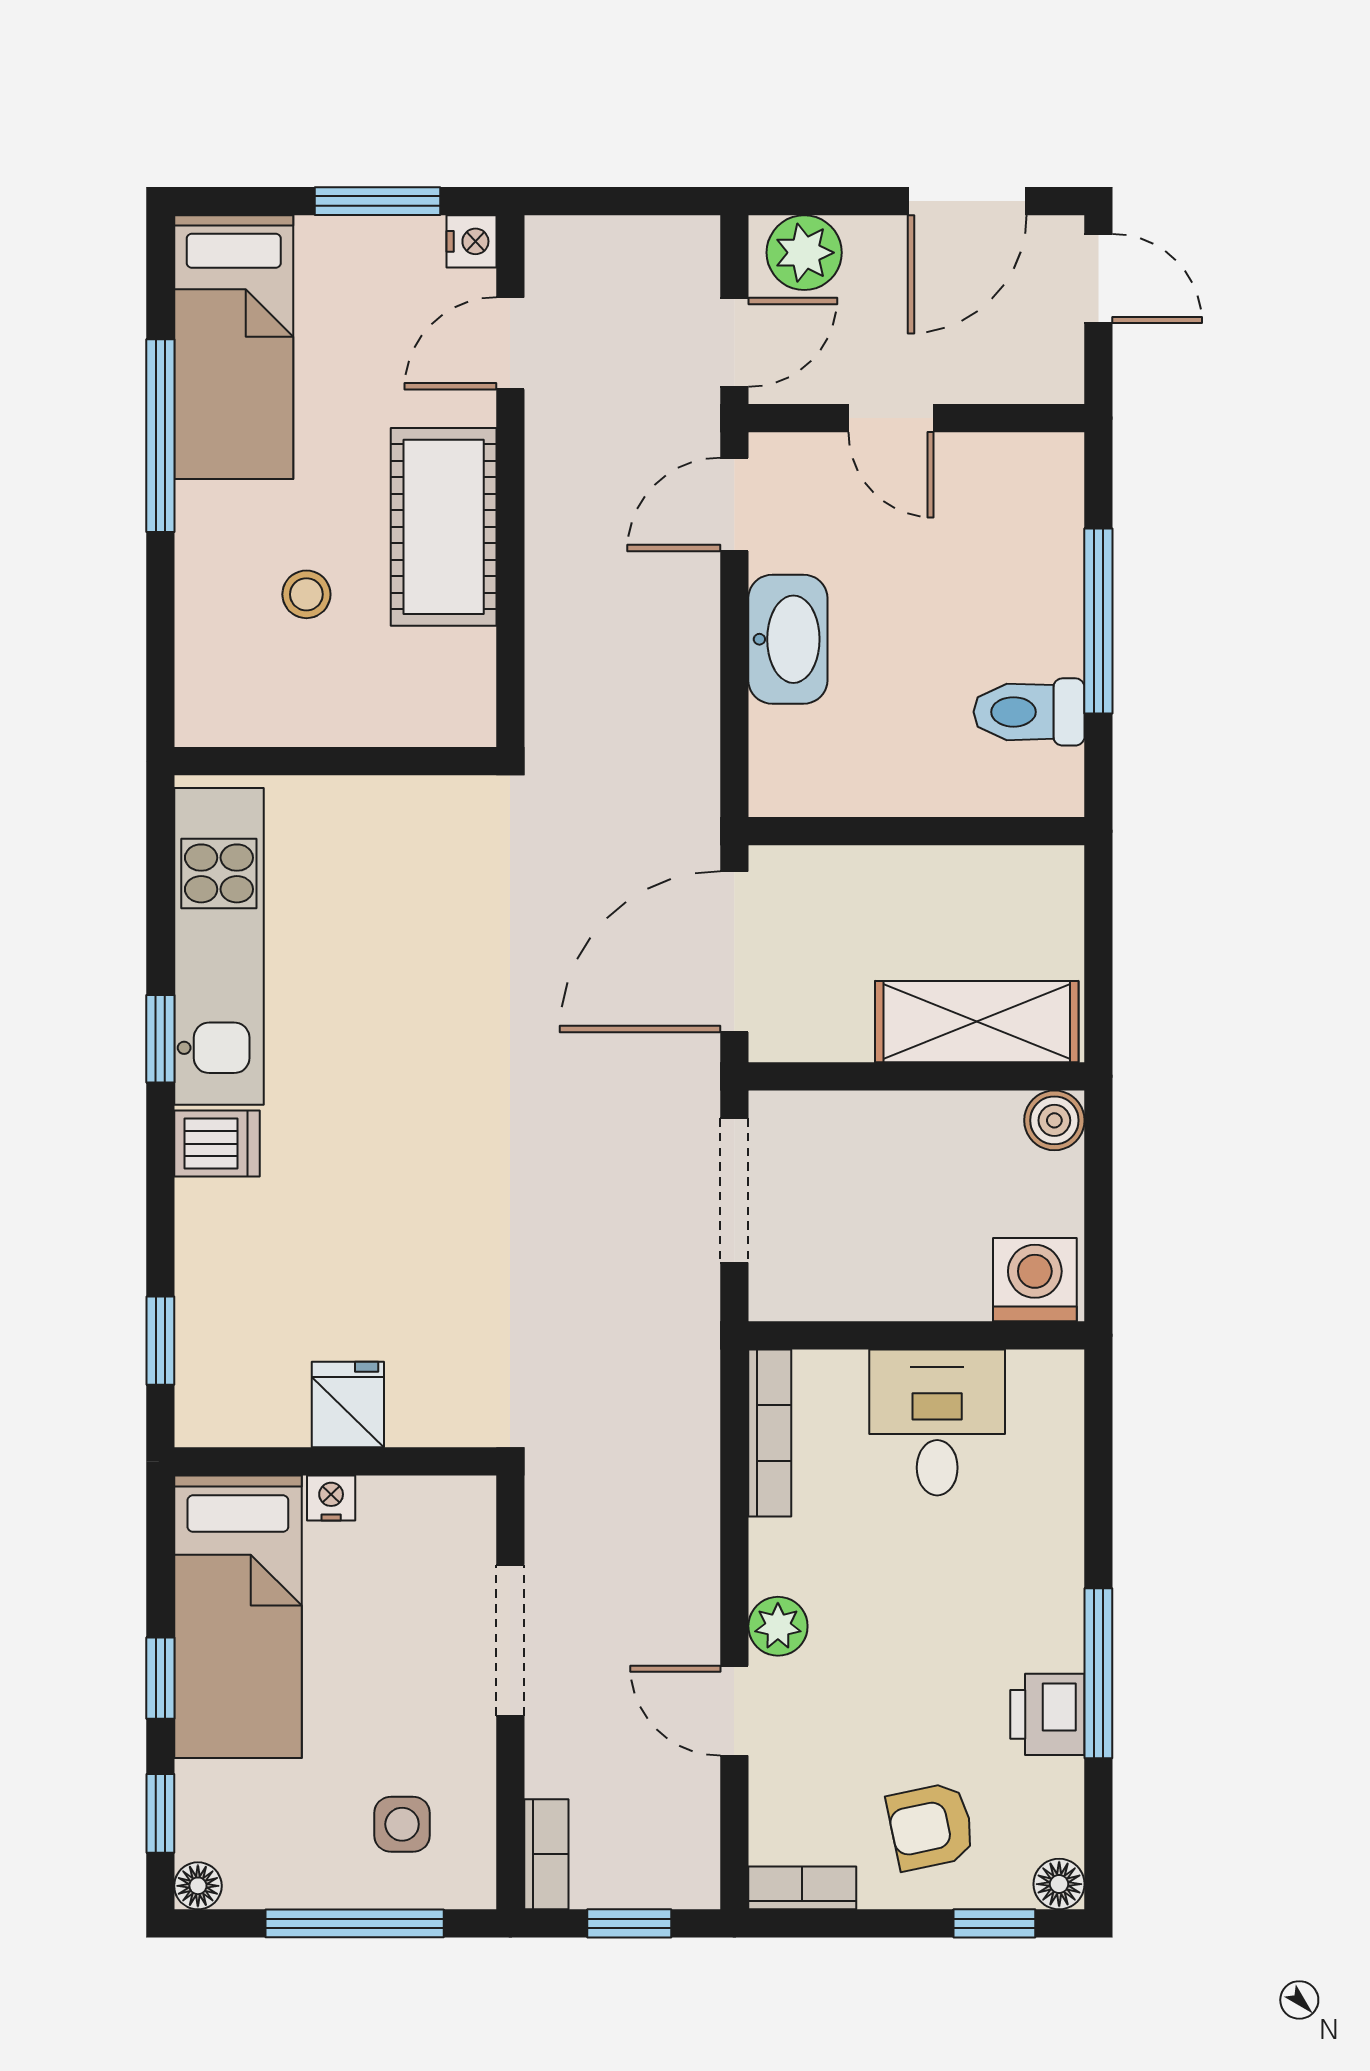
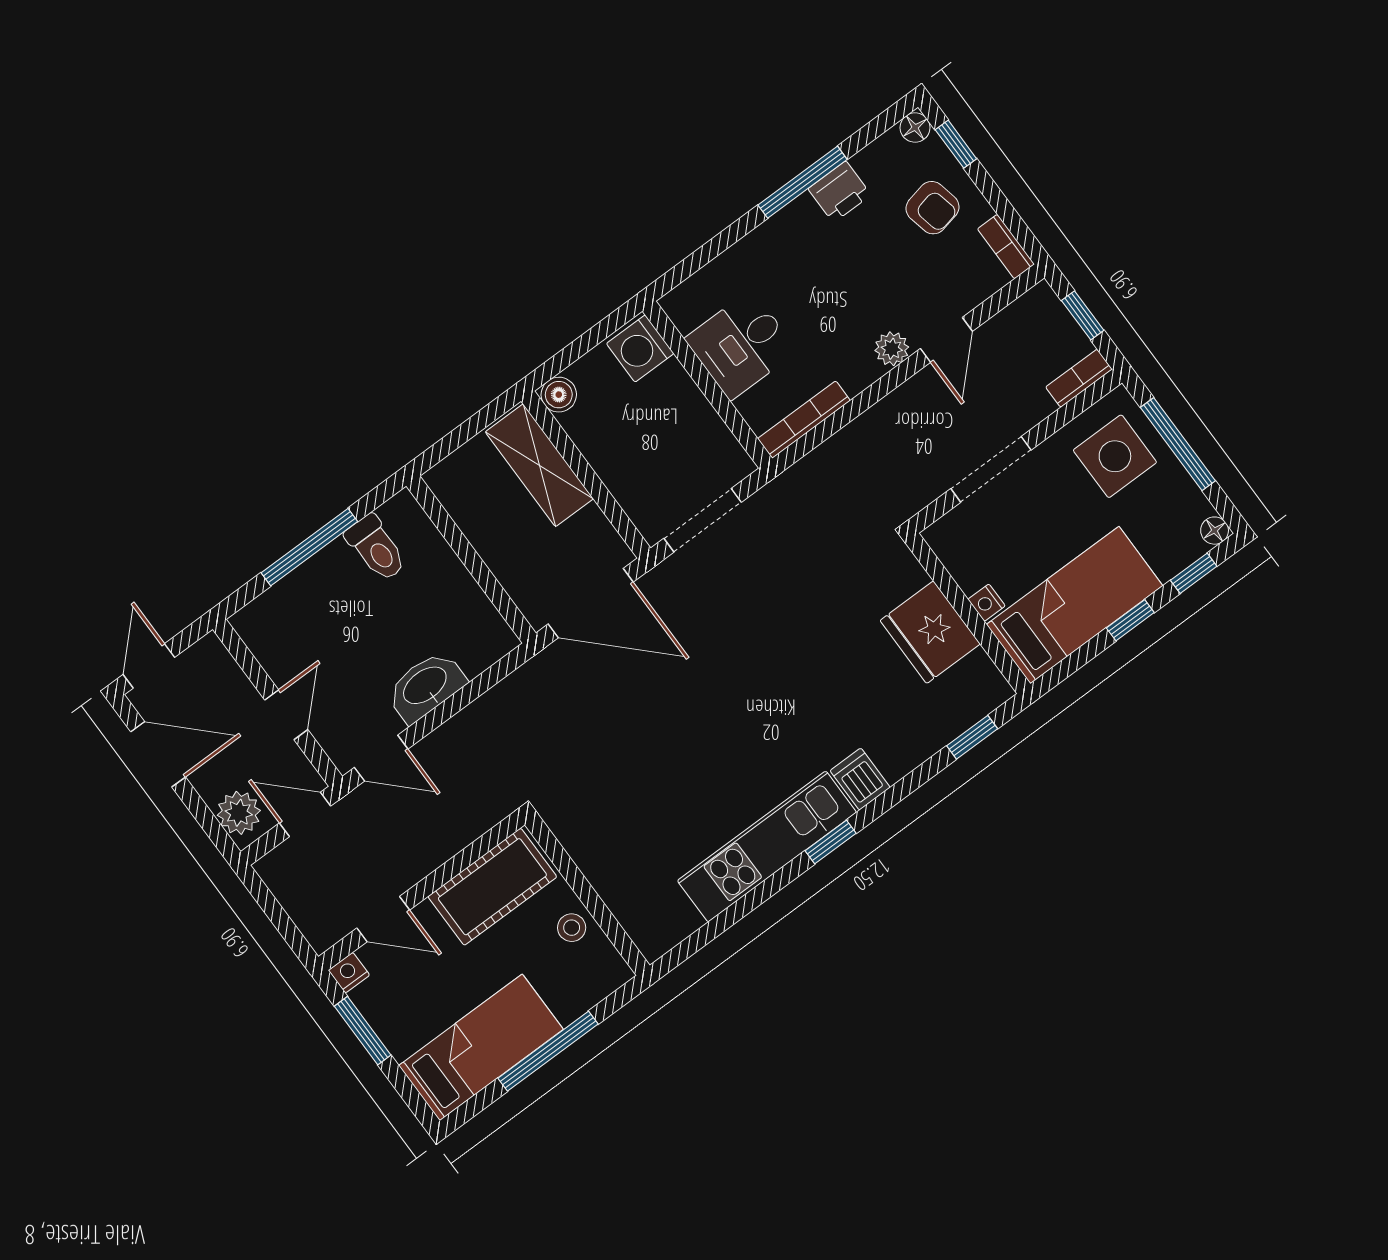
wall: (335, 761) -> (587, 895), moved
fridge: (348, 1404) -> (930, 632), width x1.88, depth x1.34
side table: (402, 1824) -> (1115, 456), width x1.87, depth x1.87

